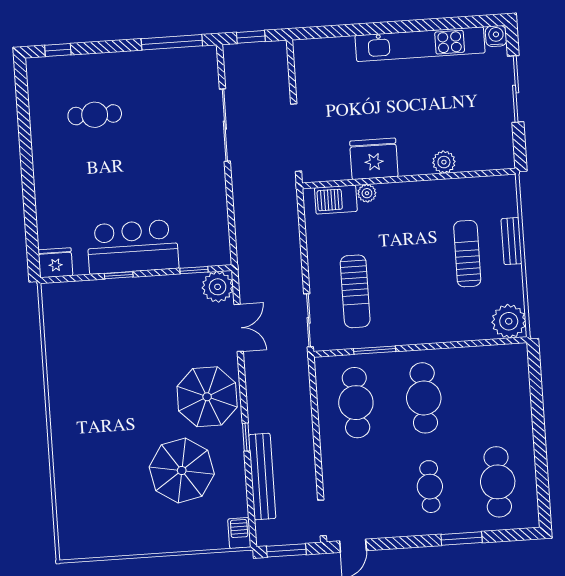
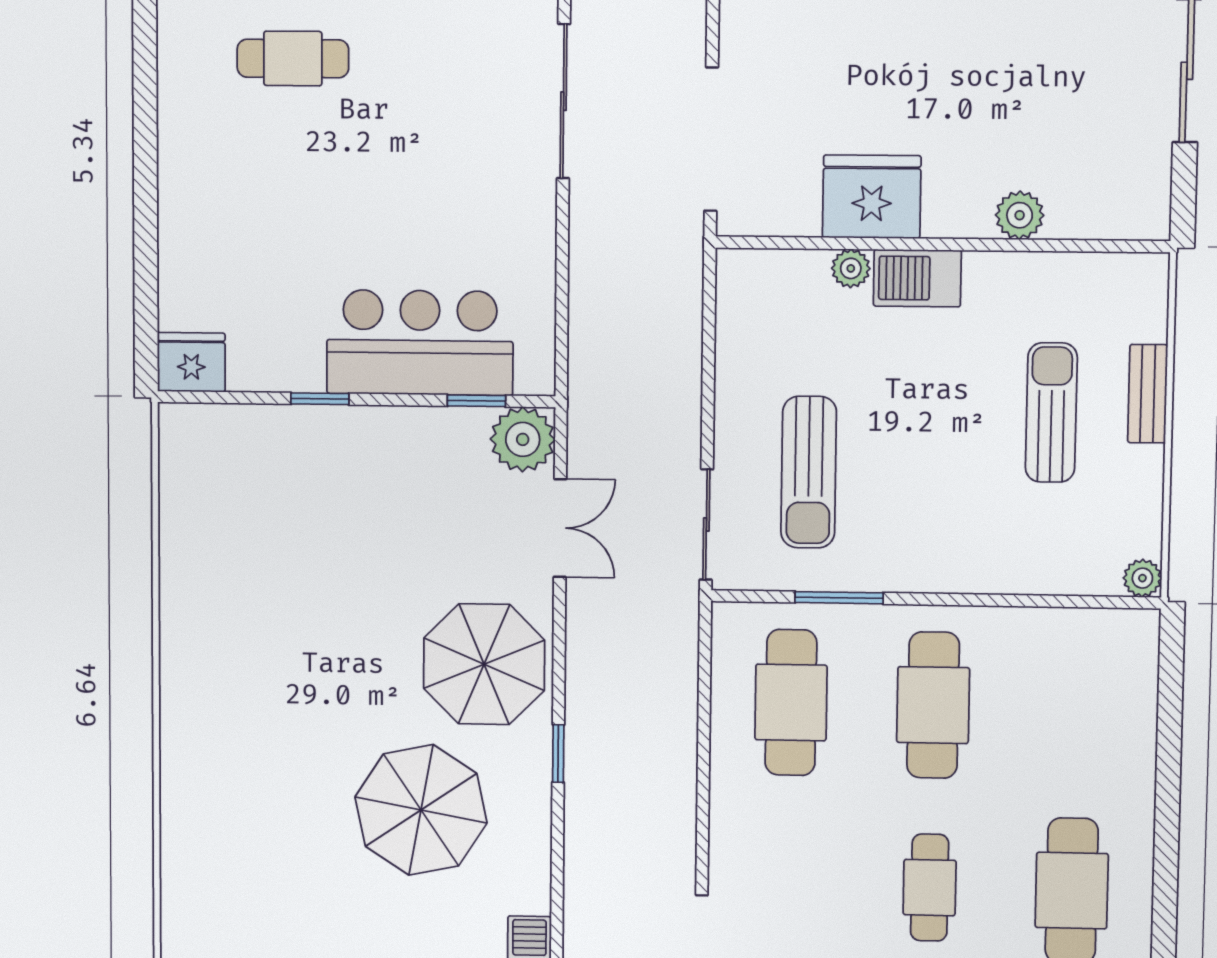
barbecue: (336, 200) -> (917, 278), moved
bar counter: (133, 247) -> (420, 343), moved
plant: (509, 321) -> (1142, 578), width x0.53, depth x0.53
bench: (262, 476) -> (585, 837), removed

